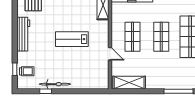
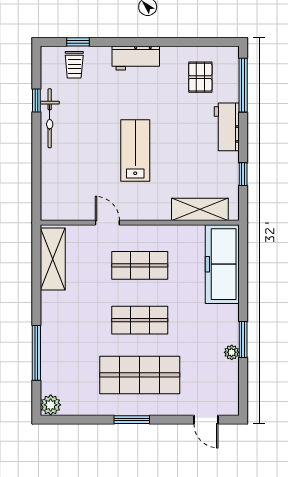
workbench: (23, 34) -> (136, 58), width x0.73
door: (110, 54) -> (107, 223), swing flipped

